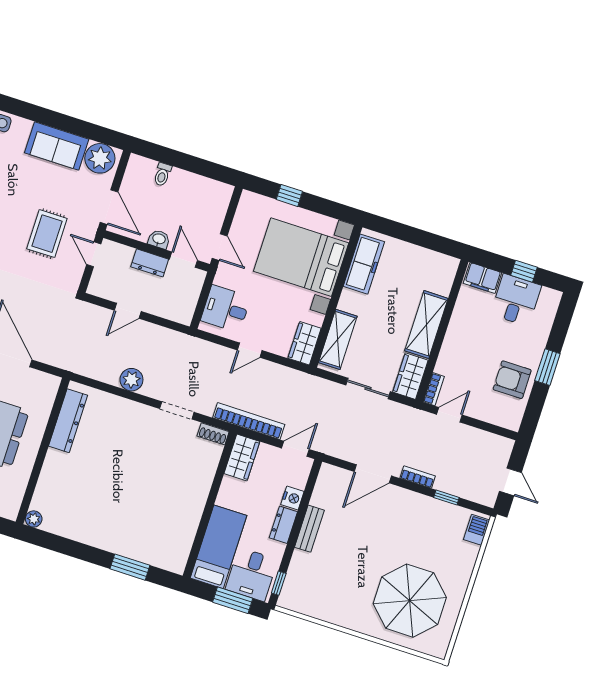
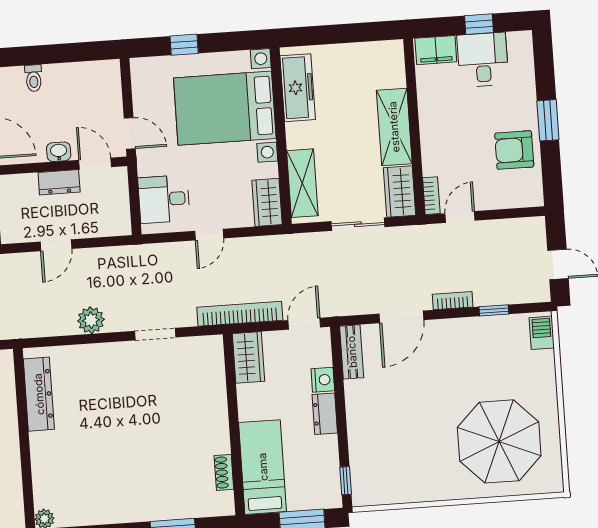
shoe rack: (213, 434) -> (224, 472), moved, turned 90
bench: (309, 529) -> (352, 352), moved
desk: (251, 574) -> (311, 483), removed

